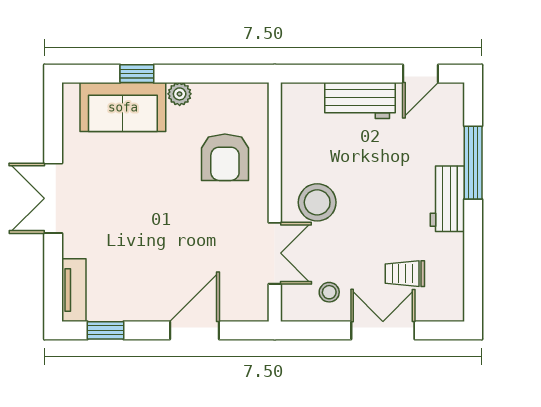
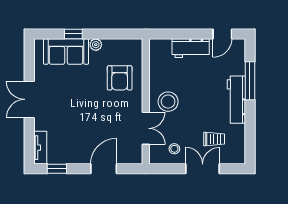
workbench: (447, 199) -> (236, 100), width x1.38
trolley: (405, 274) -> (214, 139), turned 180

